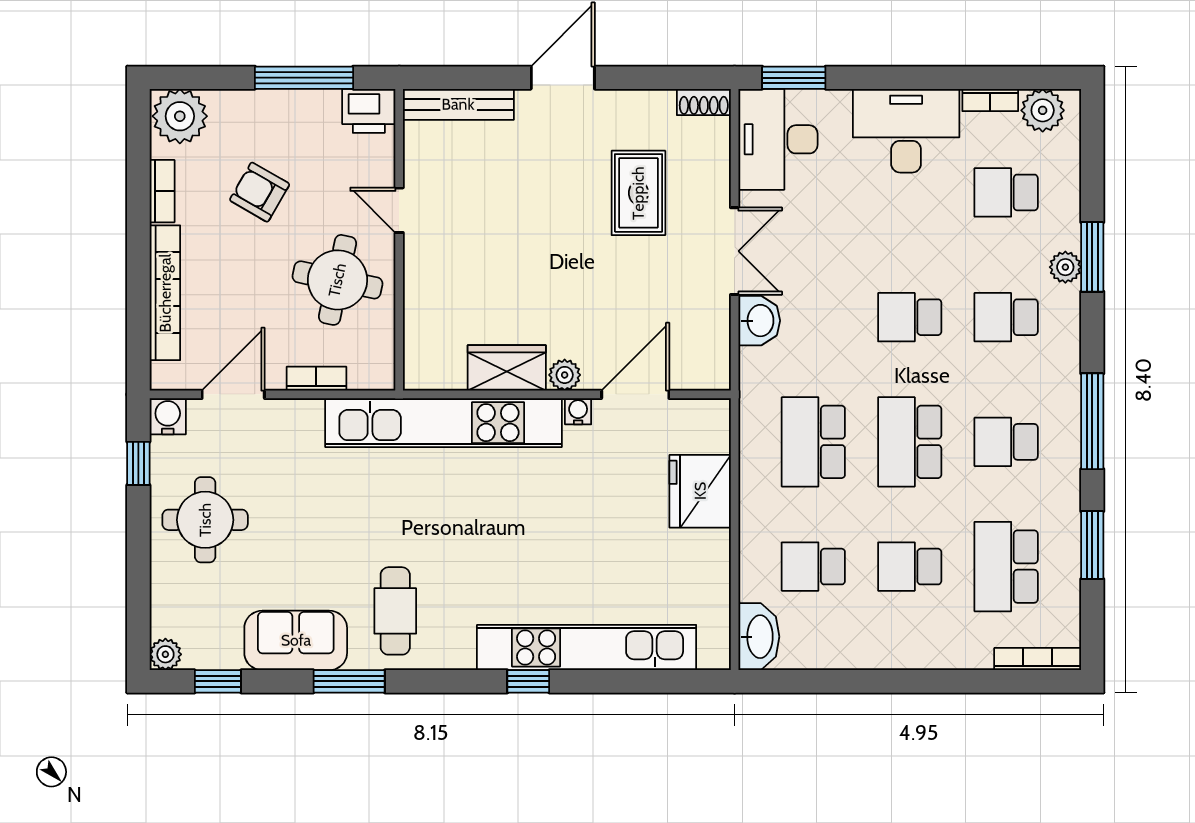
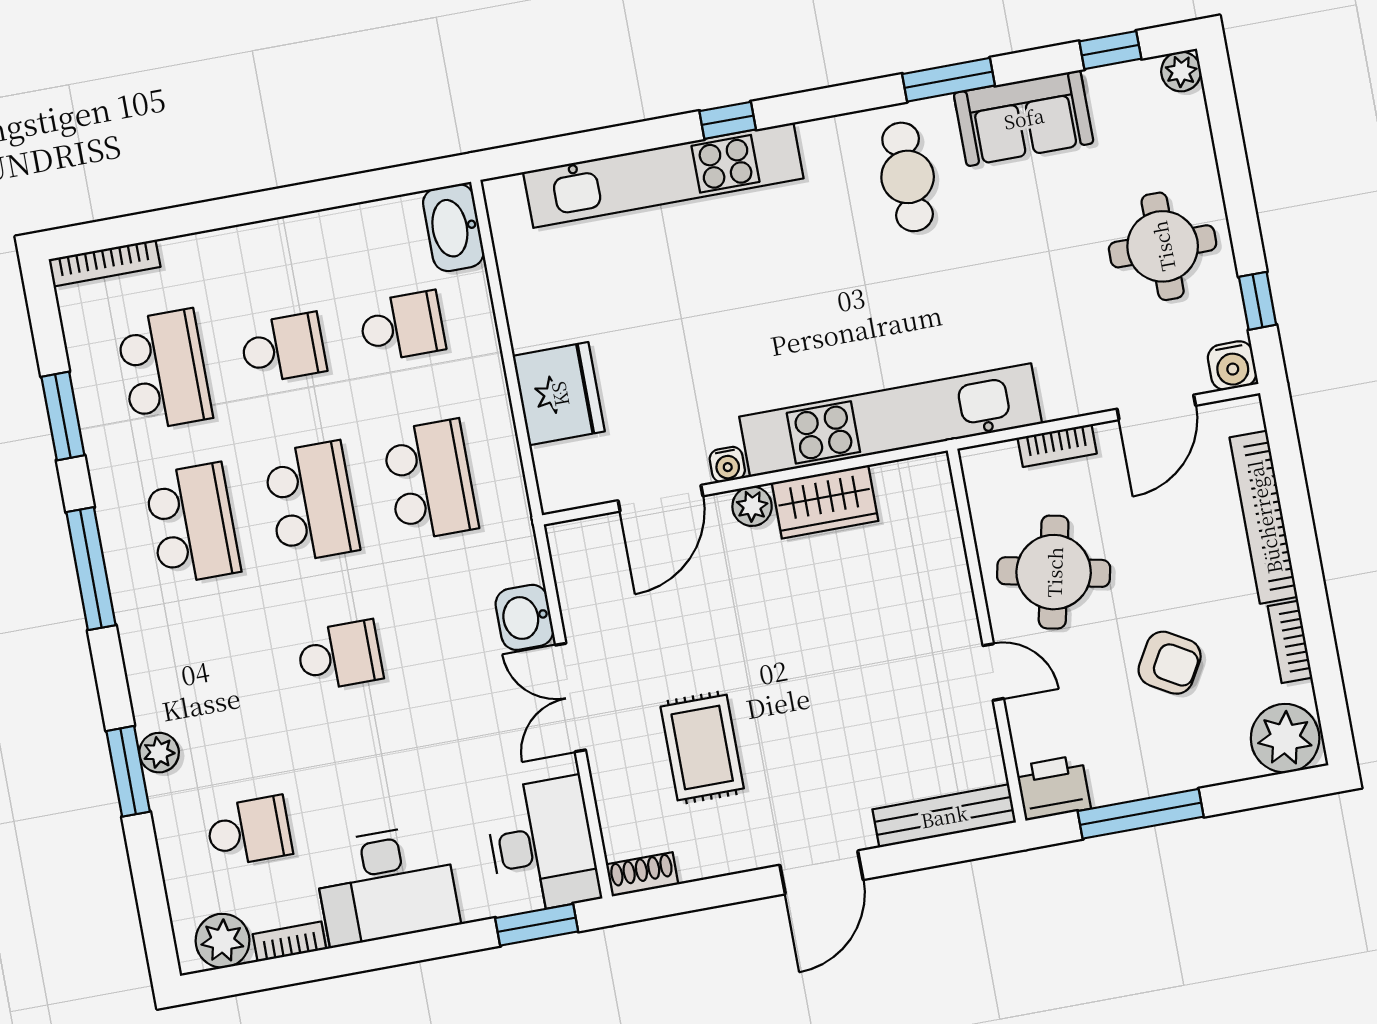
school desk: (1006, 317) -> (221, 677), removed
school desk: (1006, 442) -> (193, 524), width x1.85

